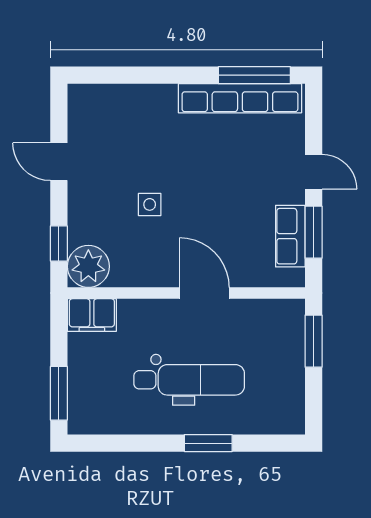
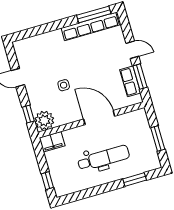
door: (204, 293) -> (99, 118), width x1.36
window: (314, 341) -> (158, 139), moved
window: (59, 393) -> (47, 181), width x0.67
window: (208, 443) -> (135, 180), moved

